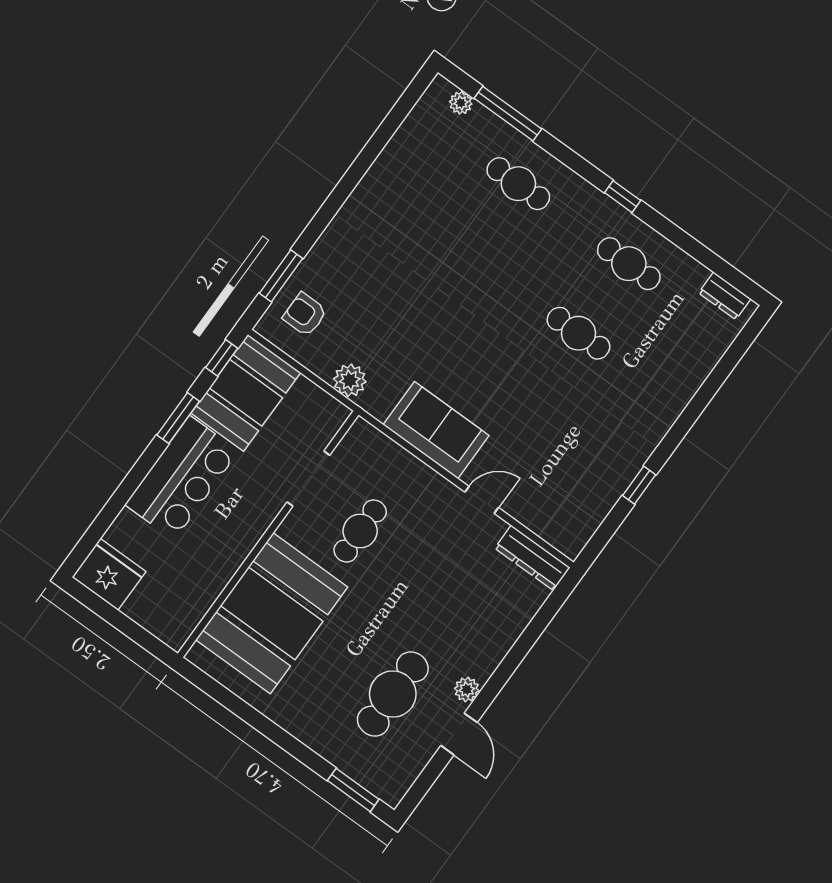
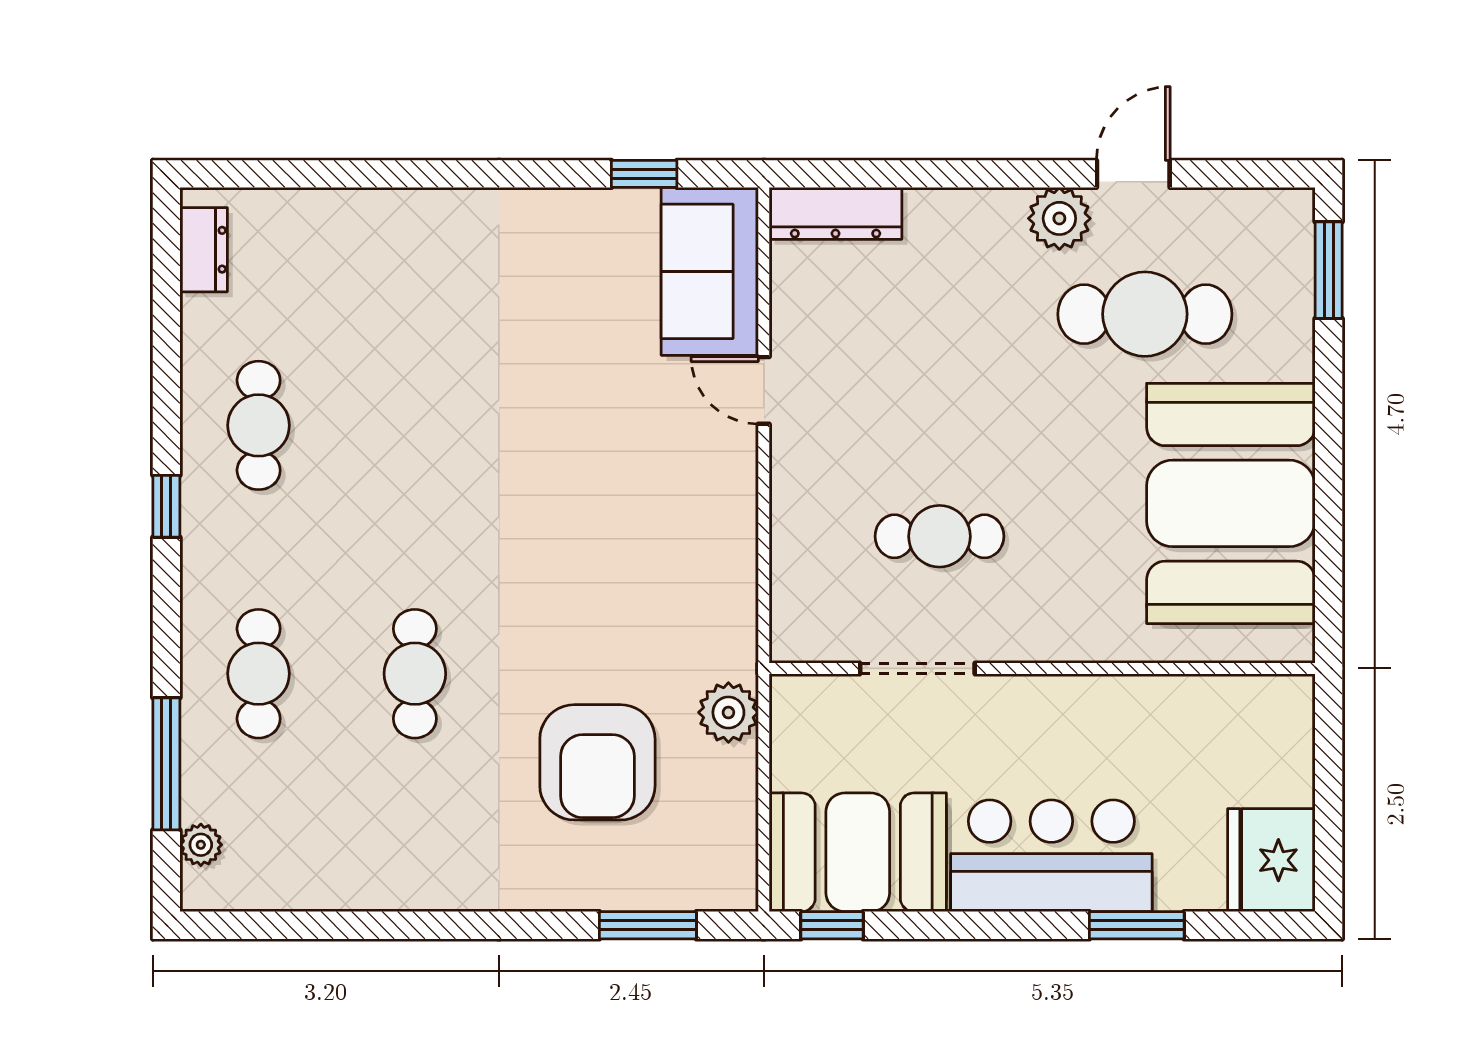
armchair: (305, 314) -> (597, 762), moved, width x1.88, depth x1.88
cafe table: (579, 333) -> (415, 674), moved
window: (178, 418) -> (1137, 925), moved
sofa: (436, 430) -> (710, 271), moved
window: (639, 485) -> (644, 174), moved
dresser: (532, 558) -> (836, 213), moved, turned 90
booth: (272, 613) -> (1231, 503), moved, turned 90
plant: (467, 690) -> (1059, 218), width x1.38, depth x1.38

